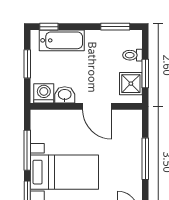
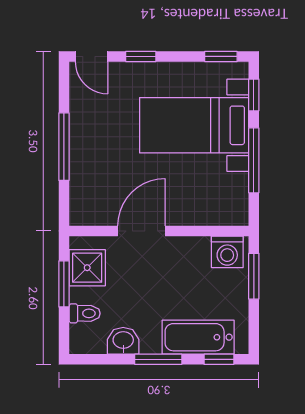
window: (115, 27) -> (158, 359), moved
window: (27, 64) -> (254, 276), moved
washbasin: (65, 95) -> (123, 341), moved, turned 180
door: (97, 106) -> (141, 231), hinge flipped

